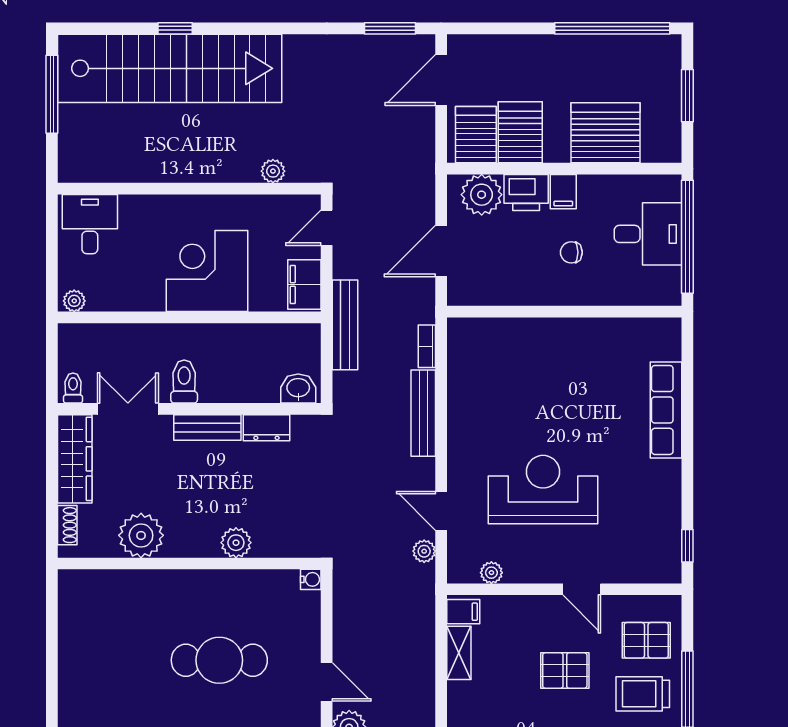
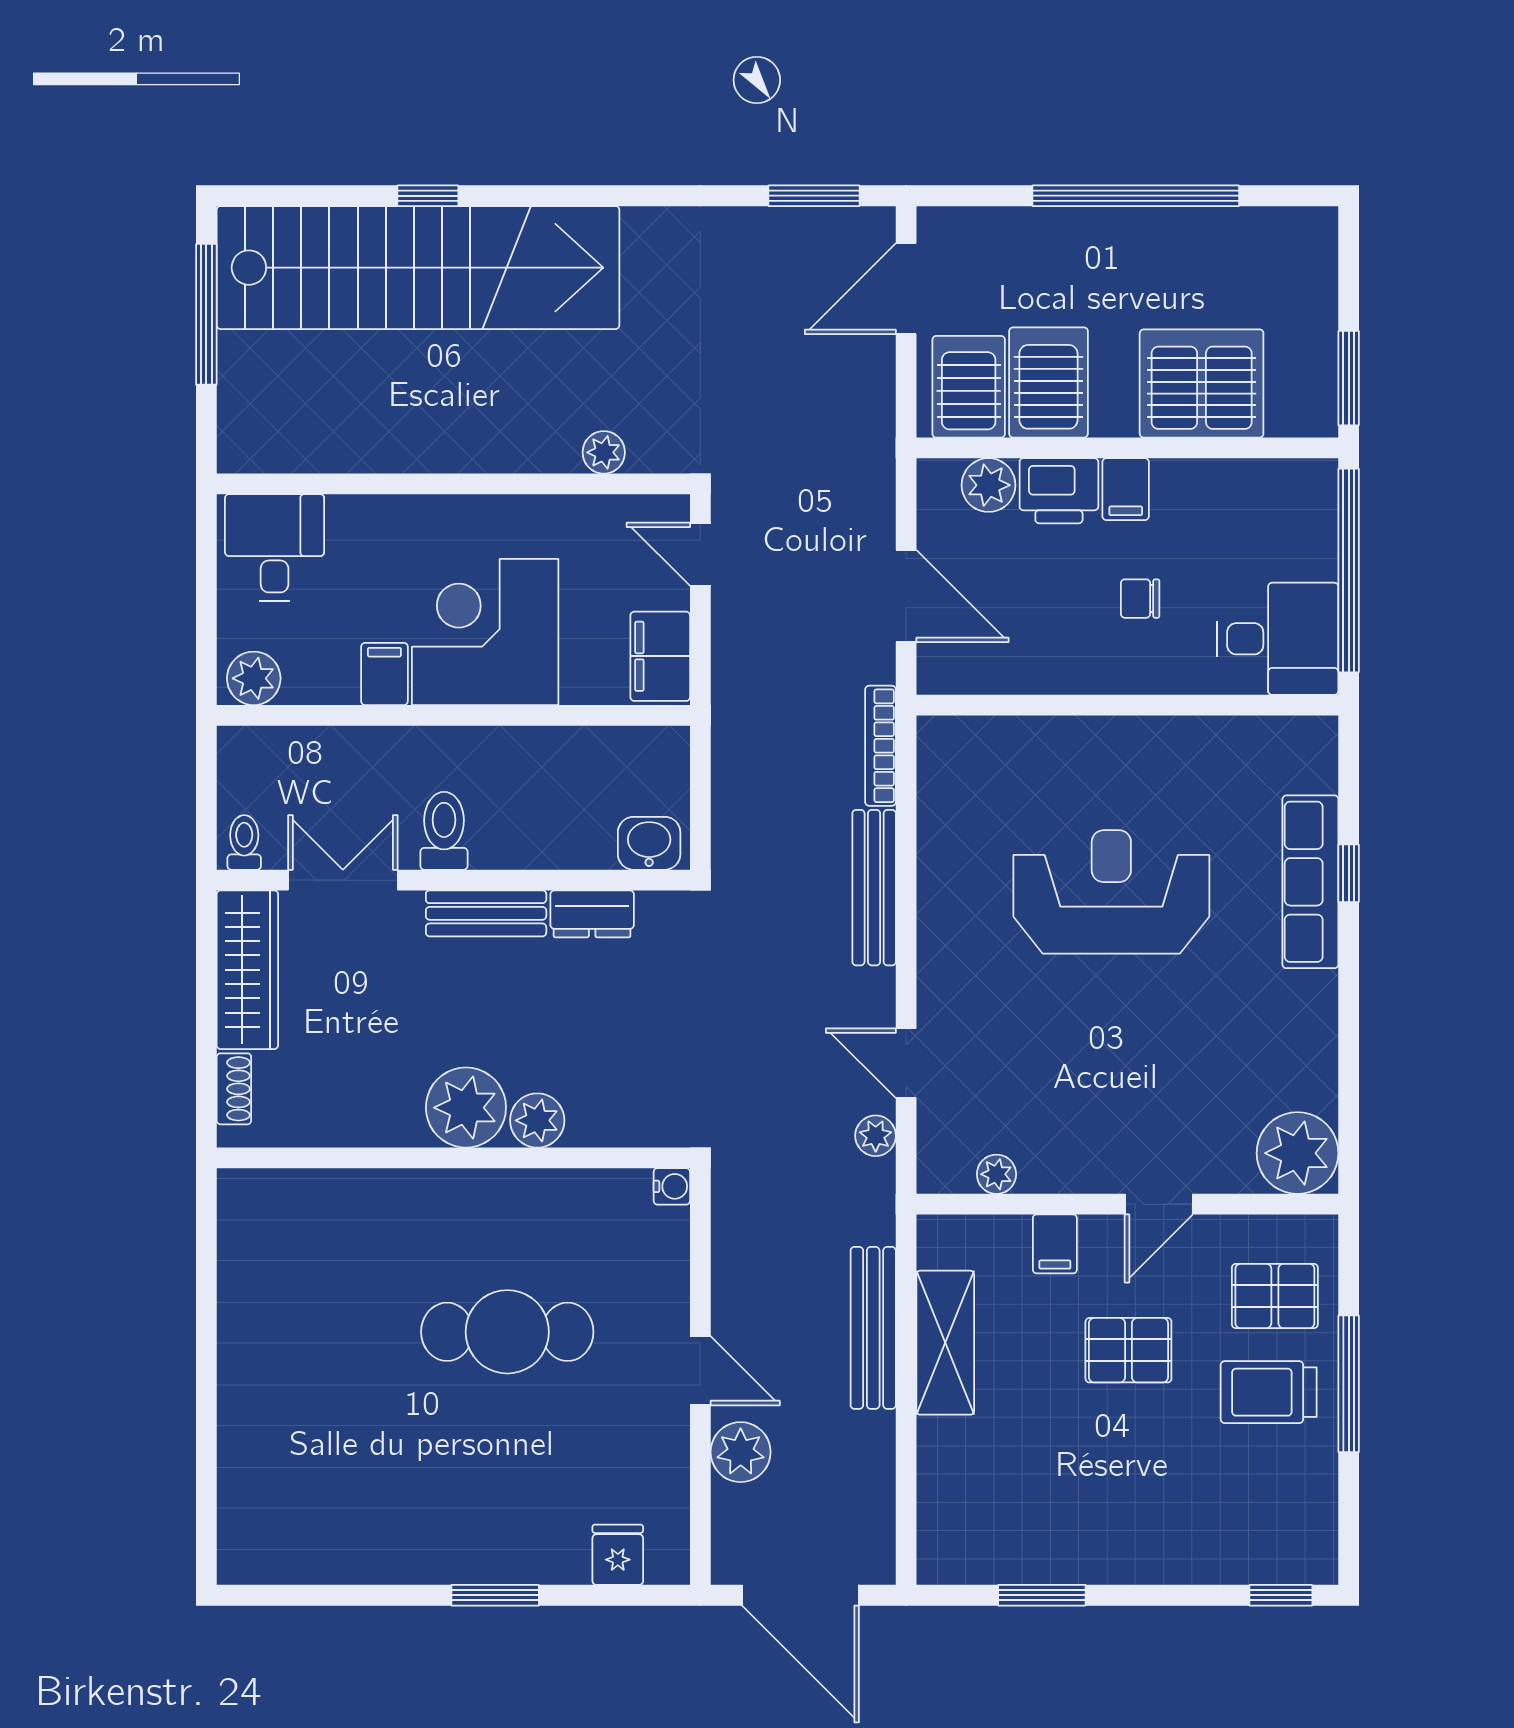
window: (612, 28) -> (1136, 196), moved
window: (687, 96) -> (1349, 378), moved
plant: (482, 195) -> (988, 485), width x0.73, depth x0.73
door: (327, 228) -> (700, 554), hinge flipped
desk: (648, 234) -> (1278, 639), moved
door: (441, 251) -> (906, 596), swing flipped
filing cabinet: (151, 294) -> (384, 674), added
plant: (74, 301) -> (254, 678), width x1.38, depth x1.38
bench: (345, 325) -> (873, 1328), moved
bookcase: (427, 346) -> (880, 746), width x1.56
reception desk: (543, 490) -> (1111, 892), moved
plant: (141, 535) -> (466, 1108), moved
window: (687, 546) -> (1349, 873), moved
plant: (659, 561) -> (1297, 1153), added
door: (582, 589) -> (1159, 1204), hinge flipped
filing cabinet: (463, 612) -> (1055, 1244), moved, turned 90
shelving: (459, 653) -> (945, 1343), width x1.50, depth x1.33

